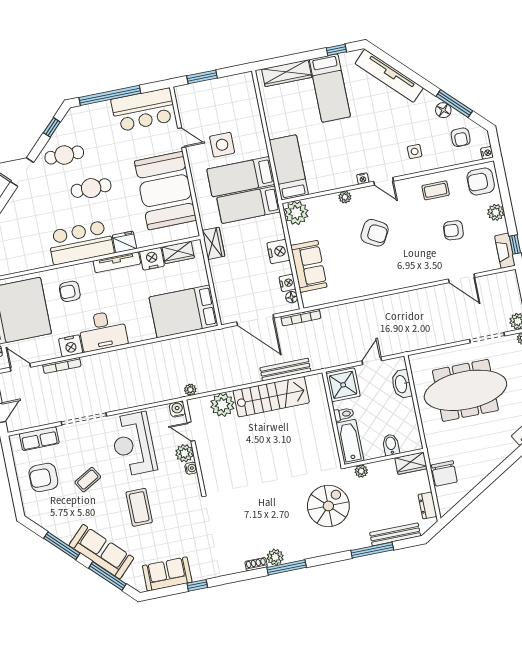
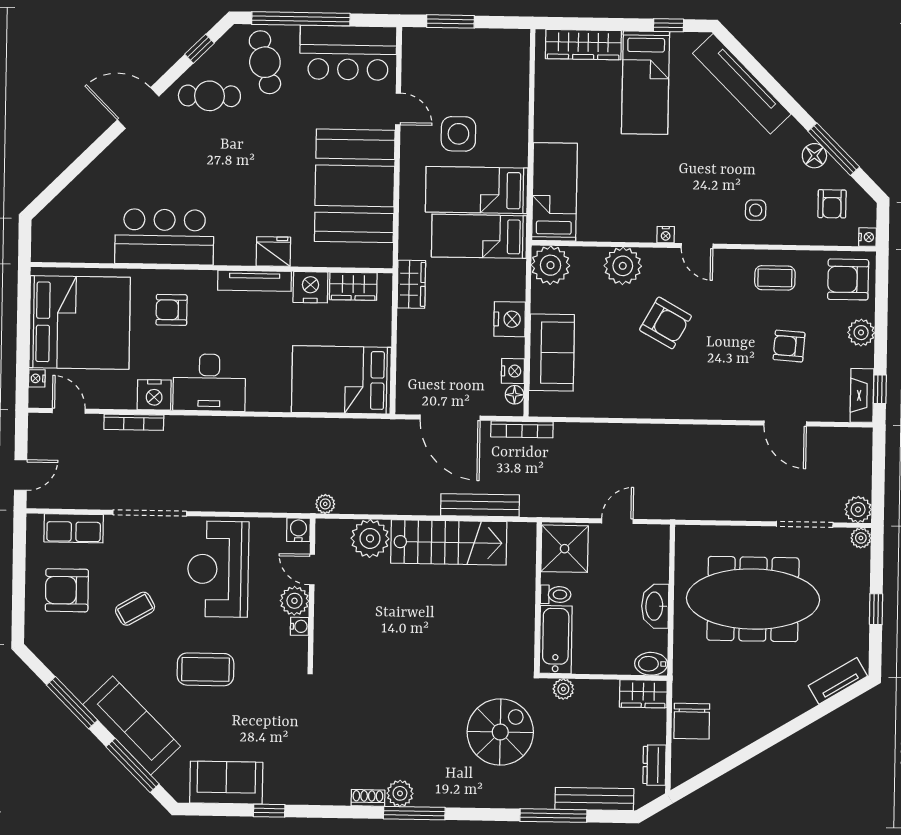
cafe table: (91, 188) -> (265, 62), moved, turned 76
plant: (345, 197) -> (623, 266), width x1.88, depth x1.88
bar counter: (81, 242) -> (164, 237), moved
washbasin: (402, 384) -> (655, 606), moved
bidet: (391, 445) -> (651, 664), moved, turned -90
coffee table: (139, 507) -> (206, 669), turned 90

